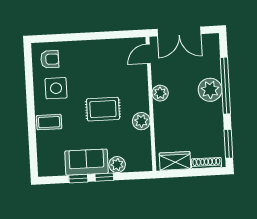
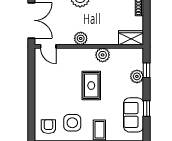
wardrobe: (175, 161) -> (131, 38), moved, turned 90
sofa: (86, 162) -> (134, 115), moved
window: (104, 177) -> (147, 70), moved

